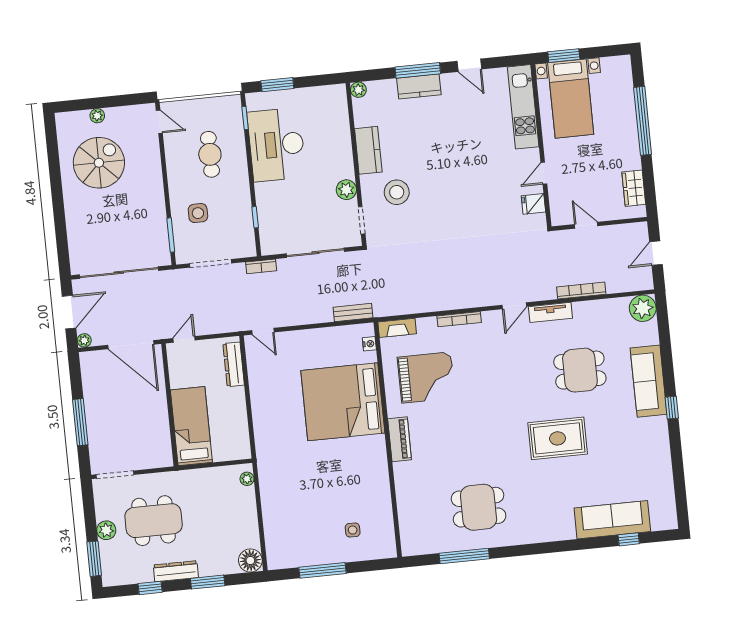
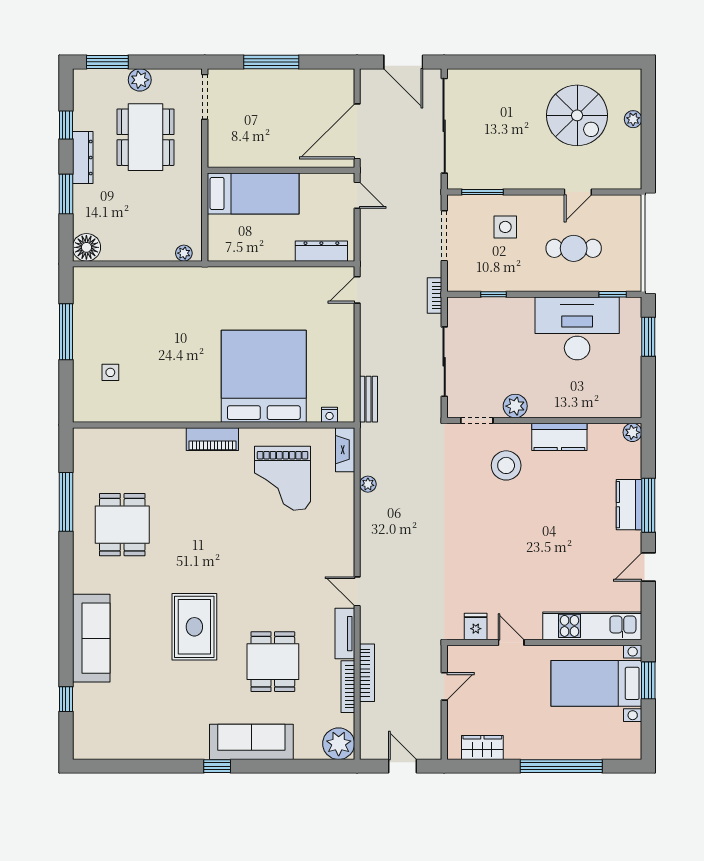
door: (159, 122) -> (578, 192), moved
bookcase: (459, 319) -> (348, 687), moved
plant: (84, 340) -> (368, 484), moved
sofa: (612, 520) -> (91, 638), moved

